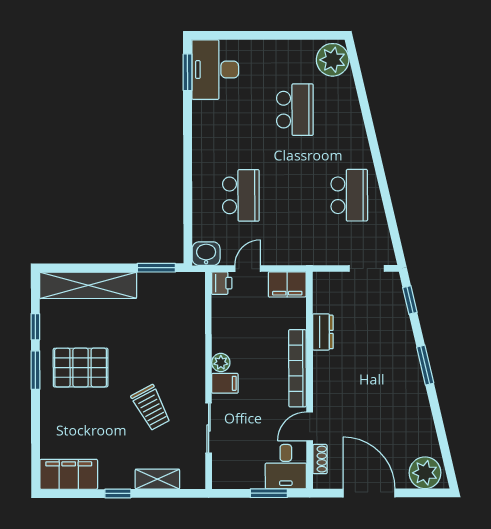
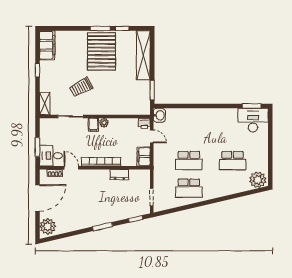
school desk: (241, 195) -> (189, 161), moved
pallet: (81, 368) -> (102, 51), width x1.37, depth x1.41
shelving: (157, 479) -> (45, 103), moved

